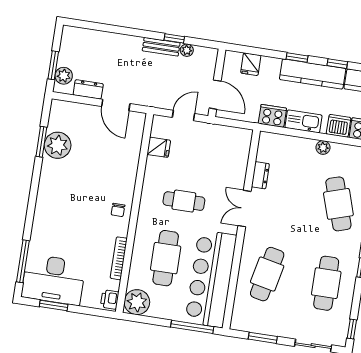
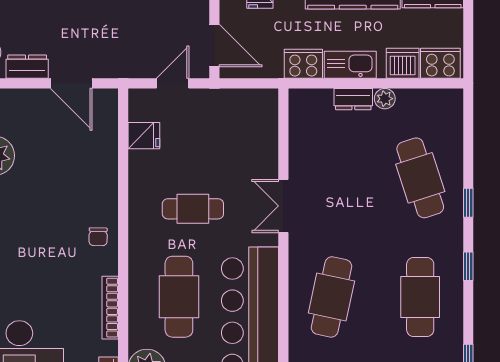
dresser: (260, 175) -> (353, 99), moved, turned 90

